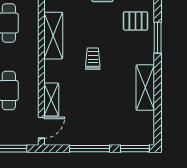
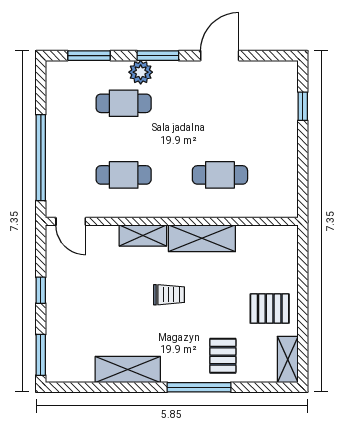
window: (158, 38) -> (199, 387), width x1.44
shelving: (51, 99) -> (143, 236), moved
window: (90, 149) -> (41, 290), width x0.46

